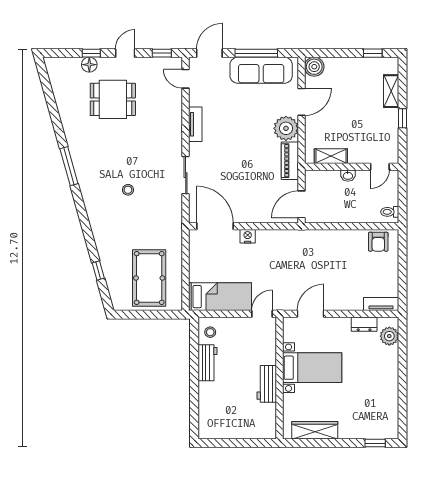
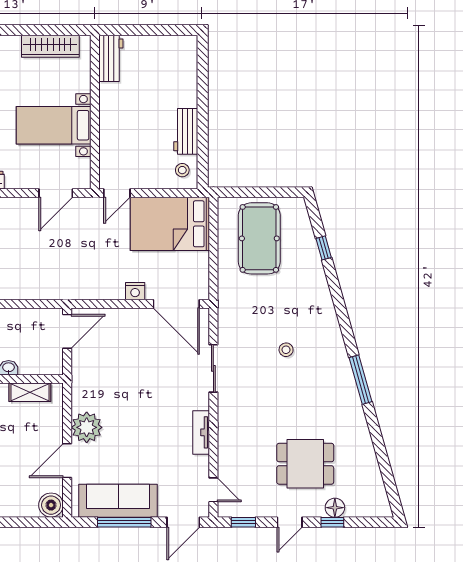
piano: (290, 161) -> (82, 386), removed
bed: (220, 297) -> (170, 224), width x1.50
workbench: (267, 384) -> (111, 58), moved

